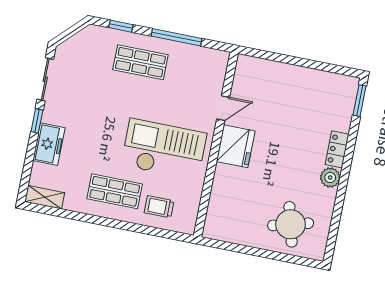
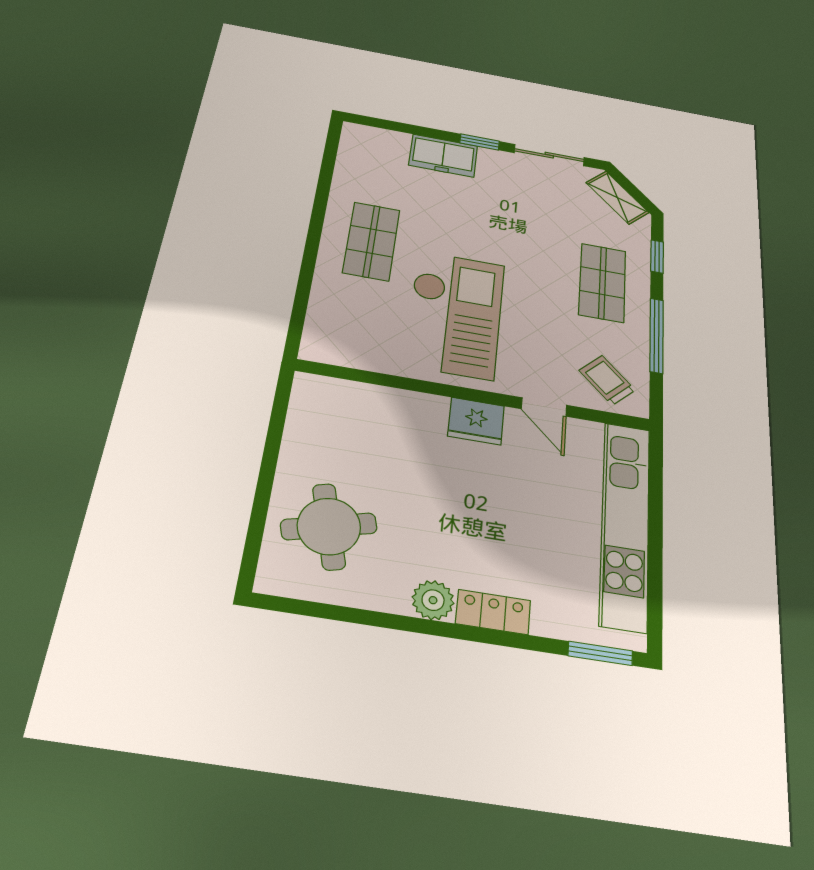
kitchen unit: (292, 76) -> (625, 524), added
fridge: (236, 146) -> (476, 421), width x0.73, depth x0.75
shelving: (45, 197) -> (617, 198), moved, turned -45
trolley: (159, 207) -> (607, 380), moved, turned -45

